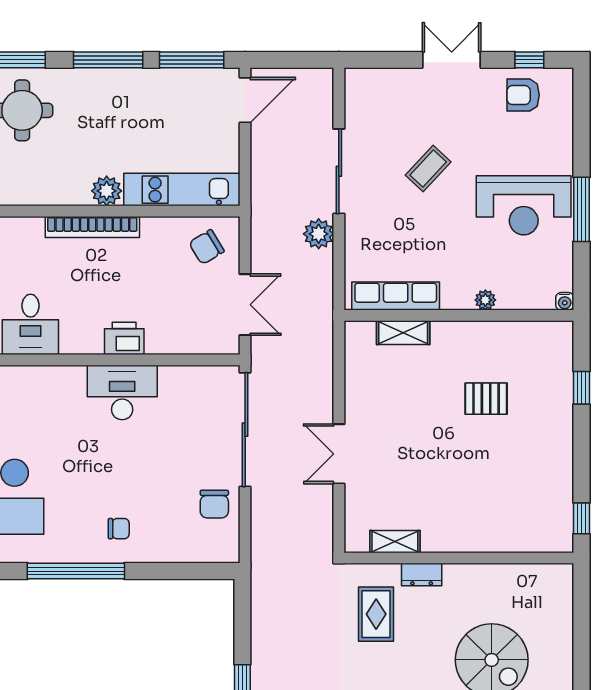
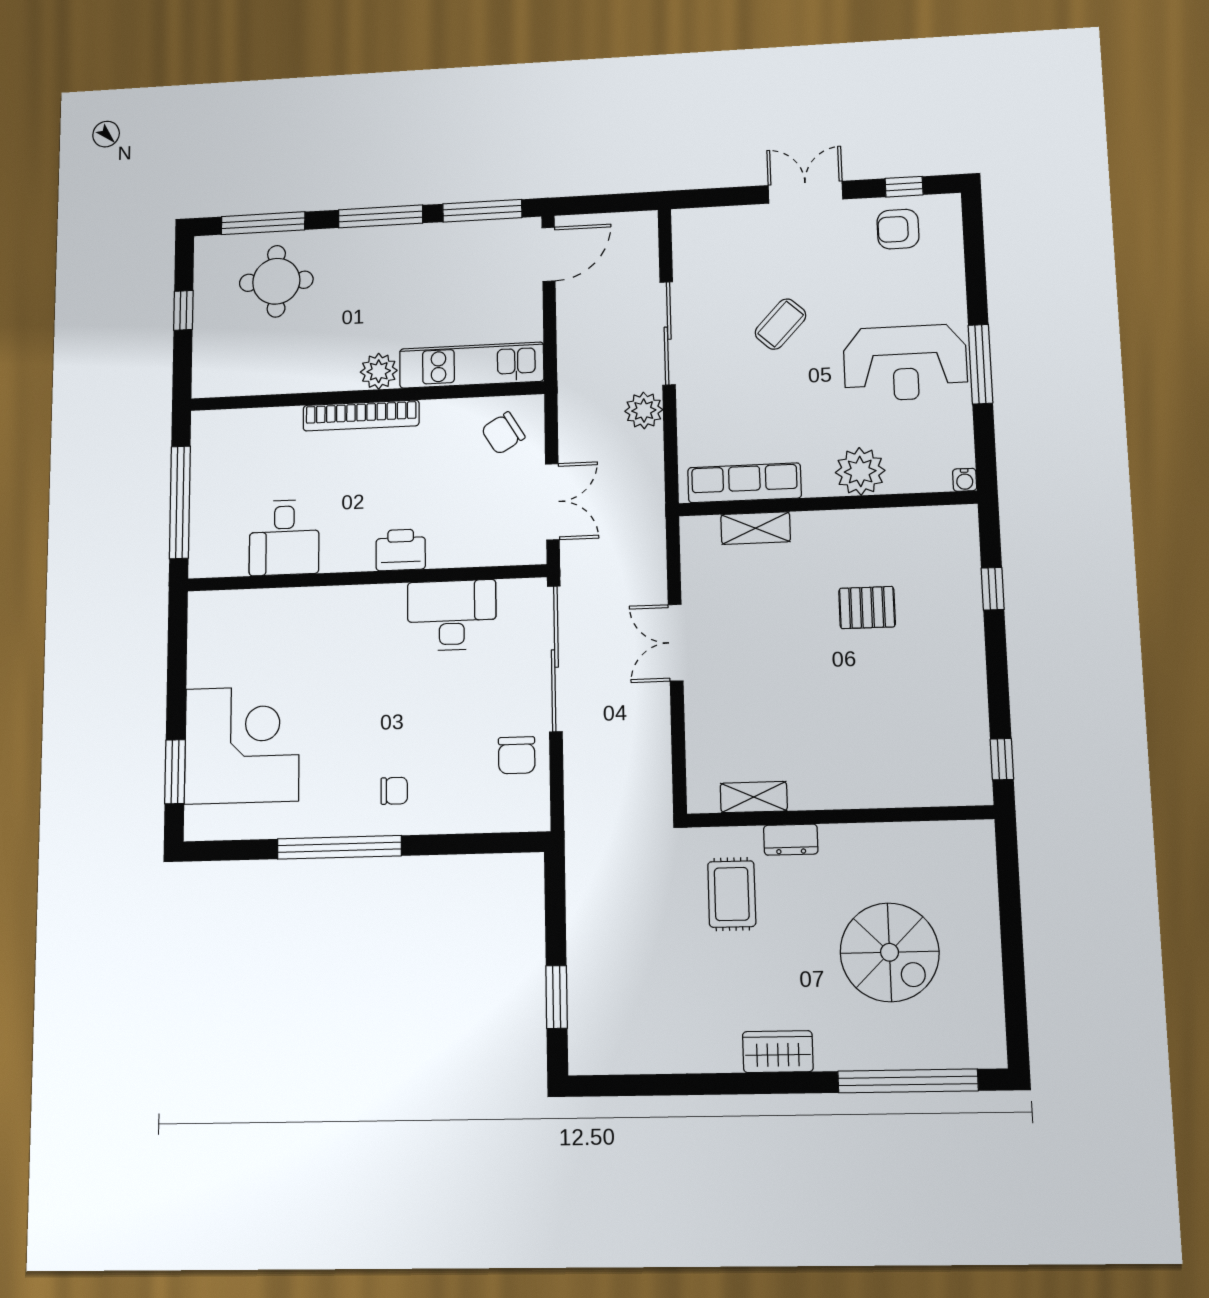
plant: (485, 300) -> (860, 471), width x1.88, depth x1.88
desk: (122, 392) -> (452, 615), moved
double door: (339, 454) -> (676, 643), moved

